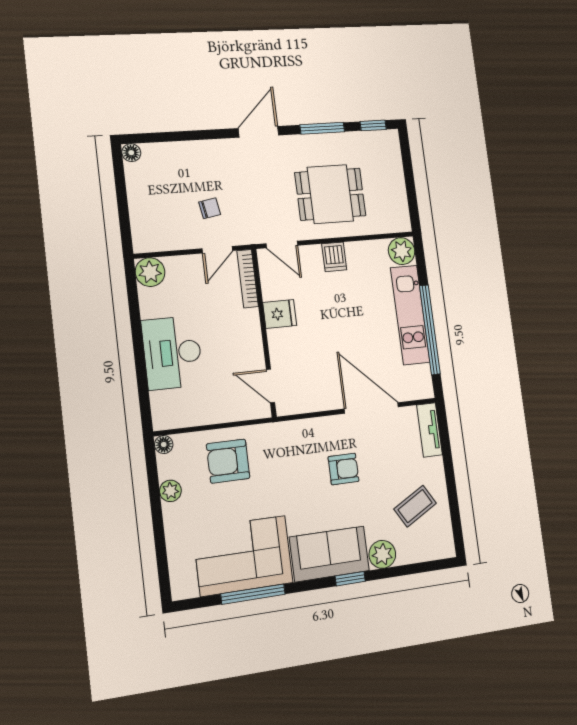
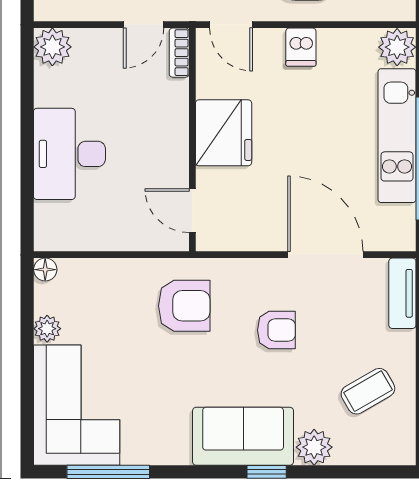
bookcase: (248, 279) -> (179, 53), width x0.64
fridge: (280, 314) -> (224, 133), width x1.88, depth x1.34
armchair: (228, 461) -> (184, 306), moved, turned 180
corner sofa: (243, 556) -> (77, 405), moved, turned 90
window: (253, 594) -> (108, 472), moved

